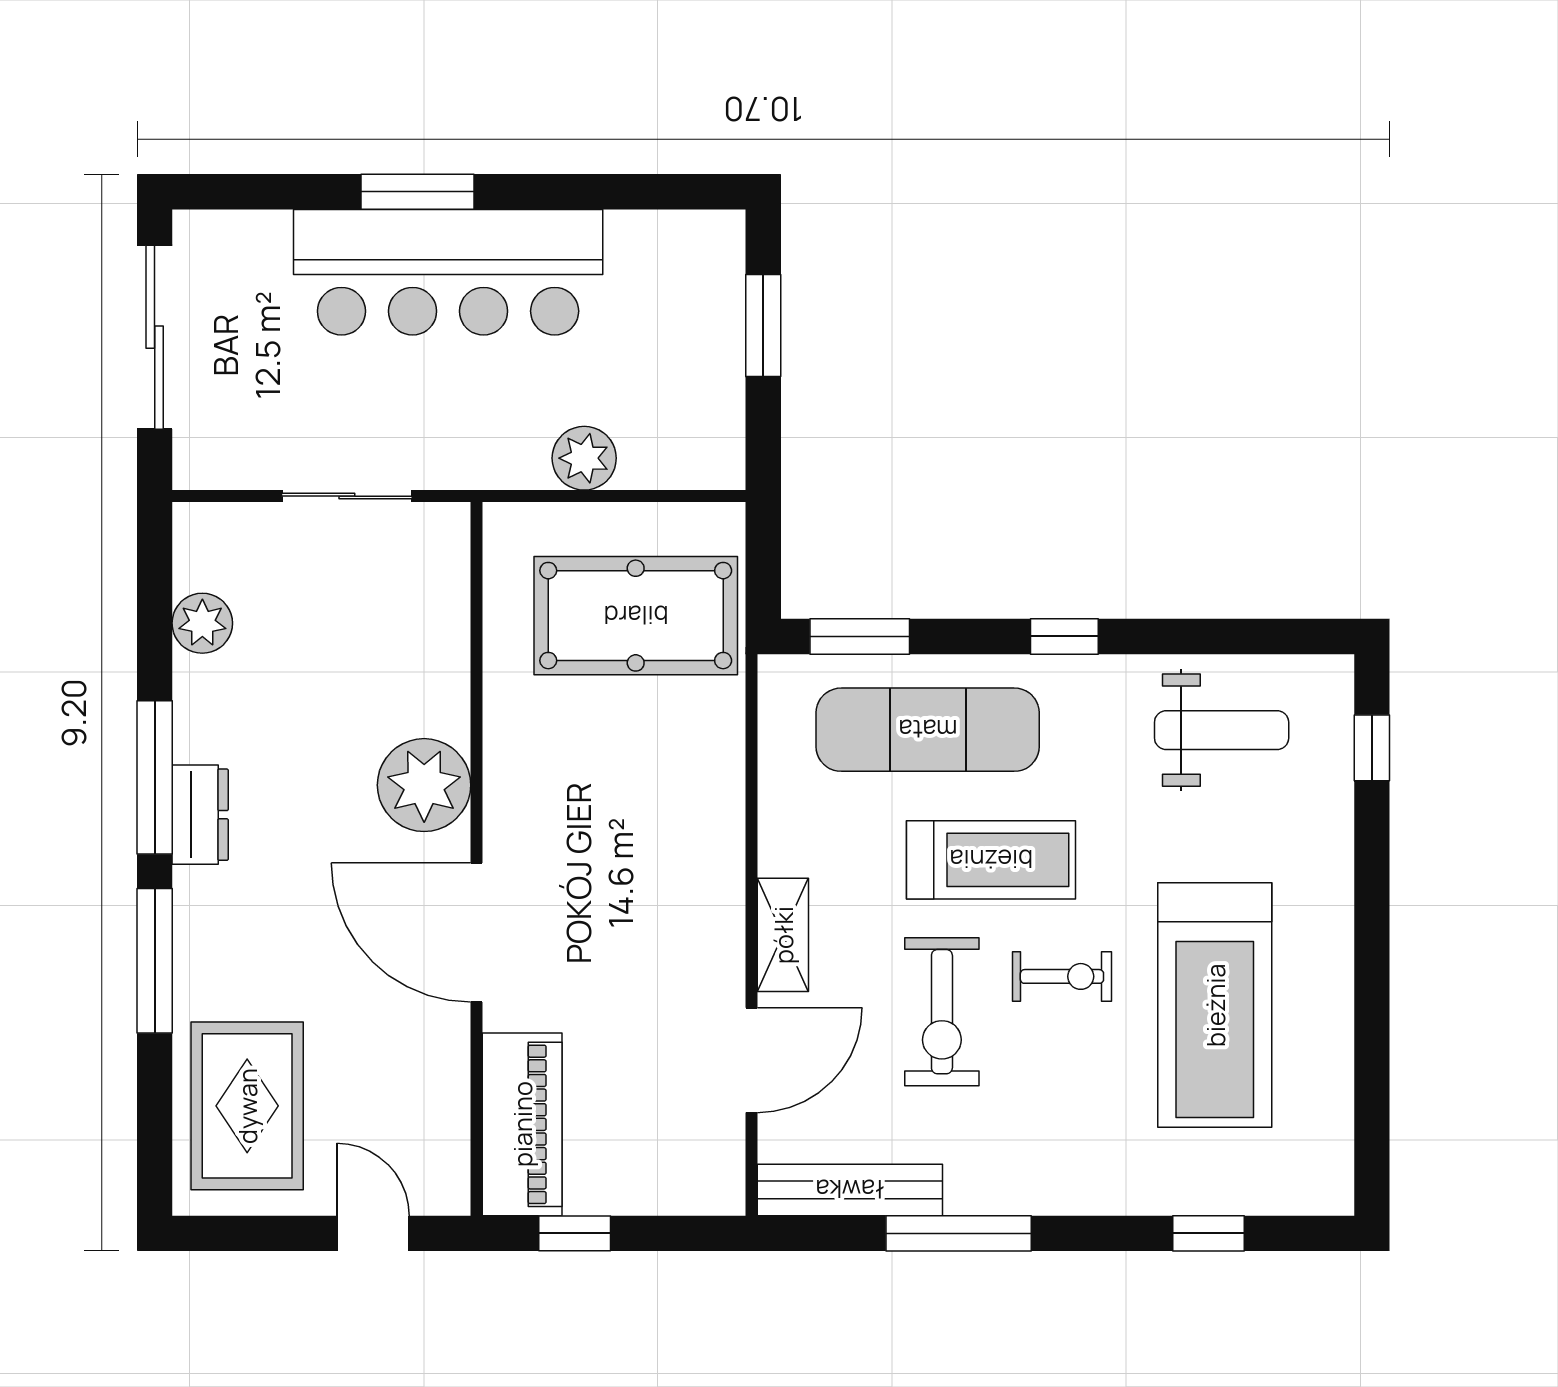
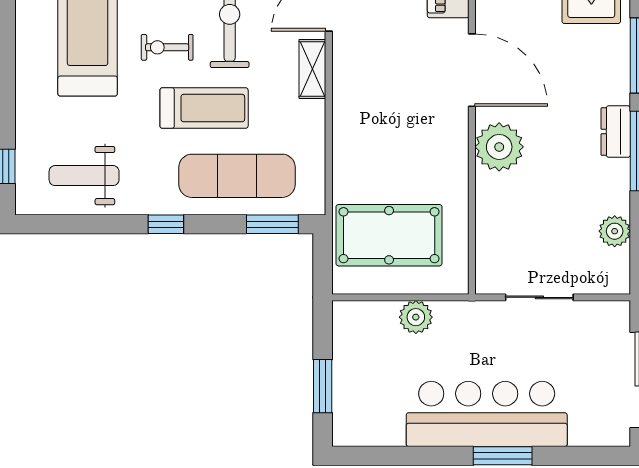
treadmill: (991, 860) -> (204, 108), turned 180

